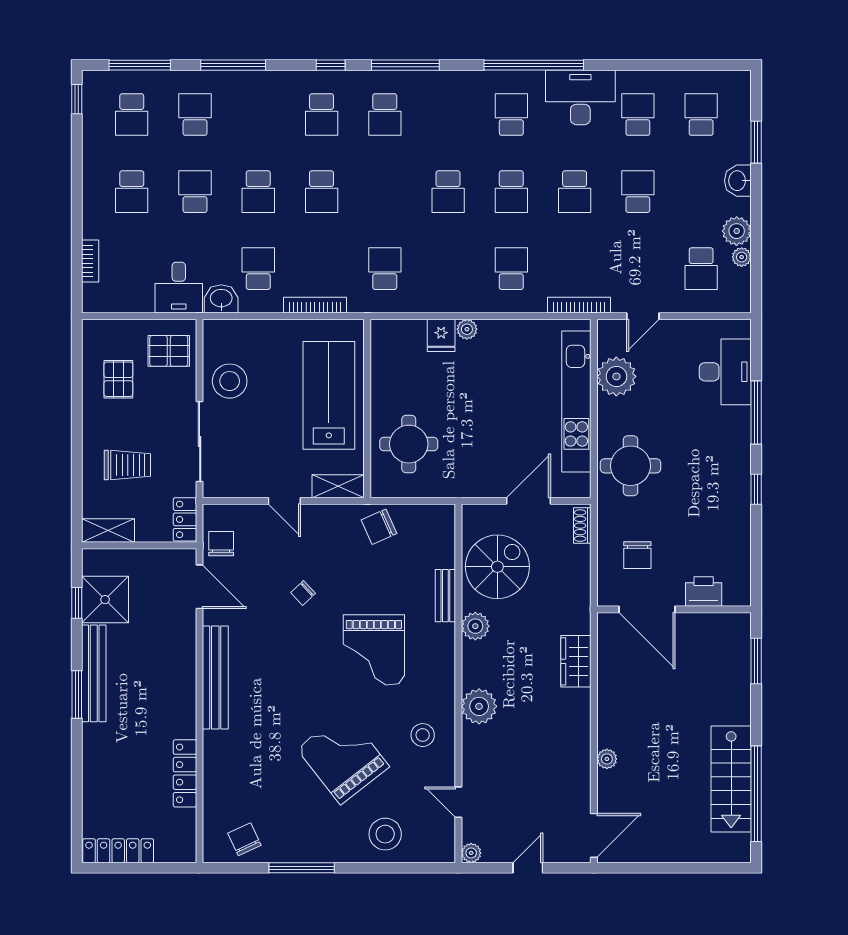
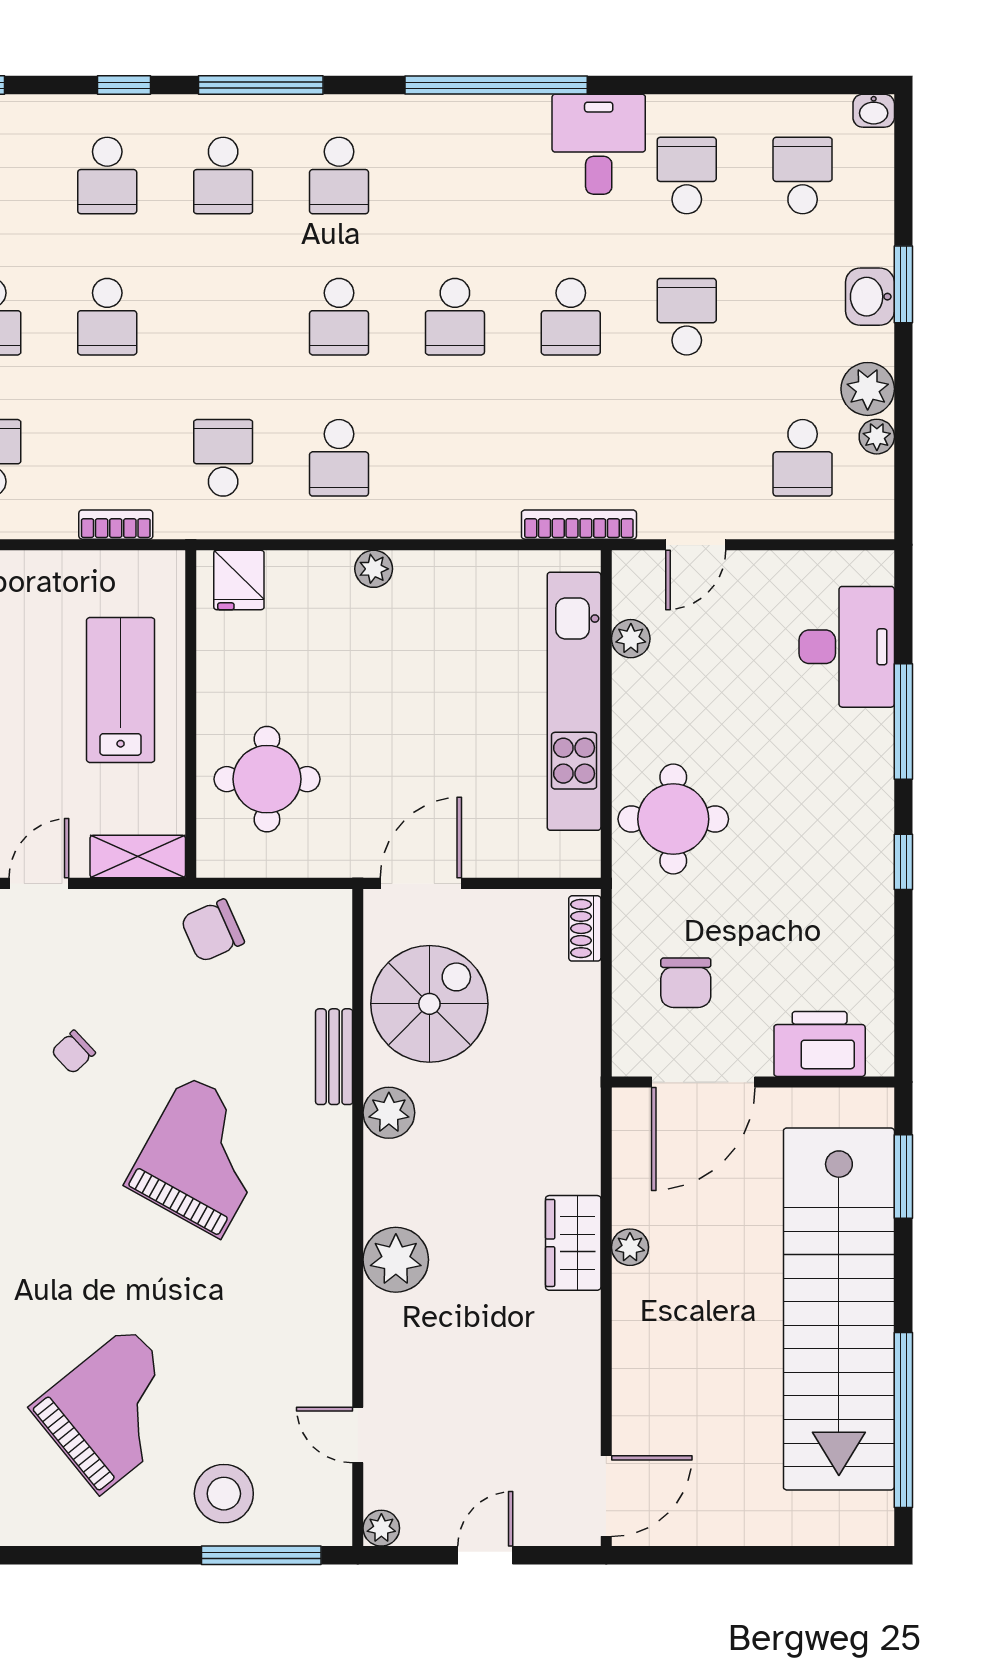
washbasin: (740, 79) -> (874, 111), added
desk: (580, 97) -> (599, 144), width x0.73
school desk: (511, 115) -> (339, 175), moved, turned 180
window: (756, 142) -> (903, 284), moved
school desk: (511, 269) -> (339, 458), moved, turned 180
bookcase: (315, 305) -> (116, 525), width x0.64
fridge: (441, 335) -> (239, 580), moved
plant: (616, 376) -> (631, 639), width x0.53, depth x0.53
lab bench: (329, 395) -> (121, 690), width x0.73, depth x0.72
door: (284, 501) -> (39, 883), swing flipped
door: (528, 501) -> (421, 883), moved
printer: (704, 591) -> (820, 1044), width x1.37, depth x1.19
door: (647, 609) -> (703, 1082), hinge flipped
grand piano: (374, 650) -> (203, 1156), turned -151
wardrobe: (576, 661) -> (573, 1243), moved
stool: (423, 735) -> (292, 1312), removed
grand piano: (343, 758) -> (115, 1410), moved, turned 89
plant: (607, 759) -> (630, 1247), moved
stairs: (731, 779) -> (839, 1309), width x1.86, depth x1.51
window: (302, 868) -> (261, 1555), moved

